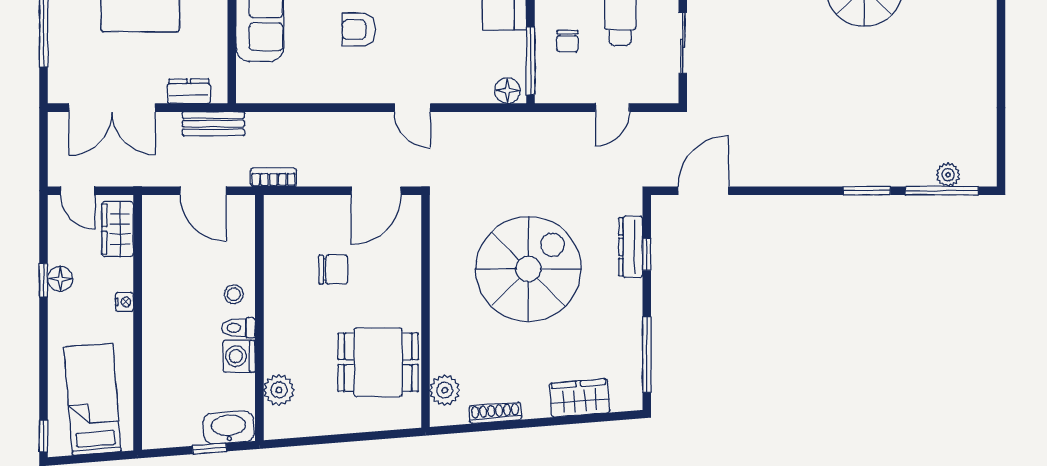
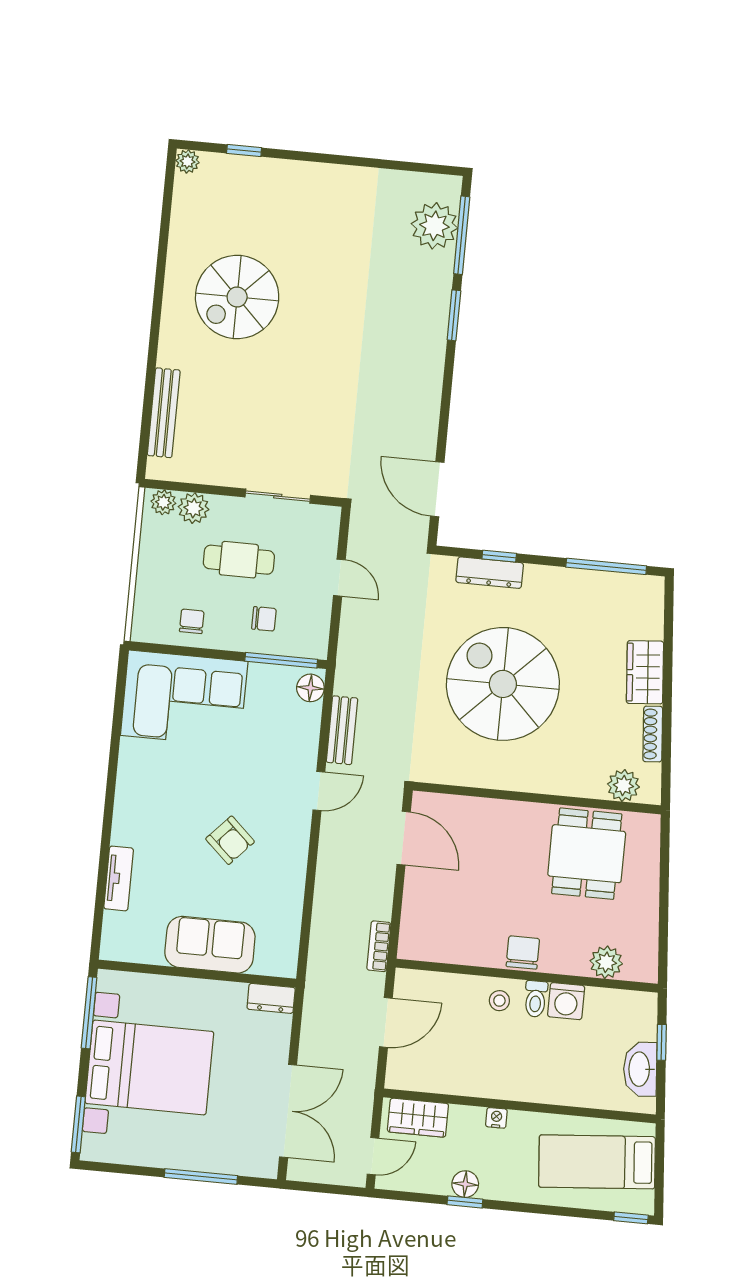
armchair: (359, 30) -> (230, 840), turned -47
dresser: (189, 91) -> (271, 998), moved, turned -90
bench: (213, 124) -> (342, 730), moved
plant: (948, 175) -> (434, 226), width x1.88, depth x1.88
chair: (333, 270) -> (523, 952), moved
wardrobe: (580, 398) -> (645, 672), moved
washbasin: (229, 428) -> (640, 1069), moved

